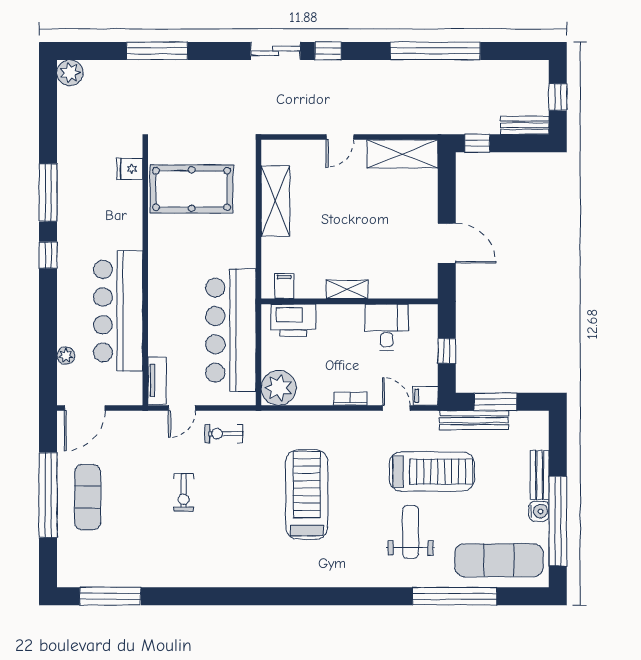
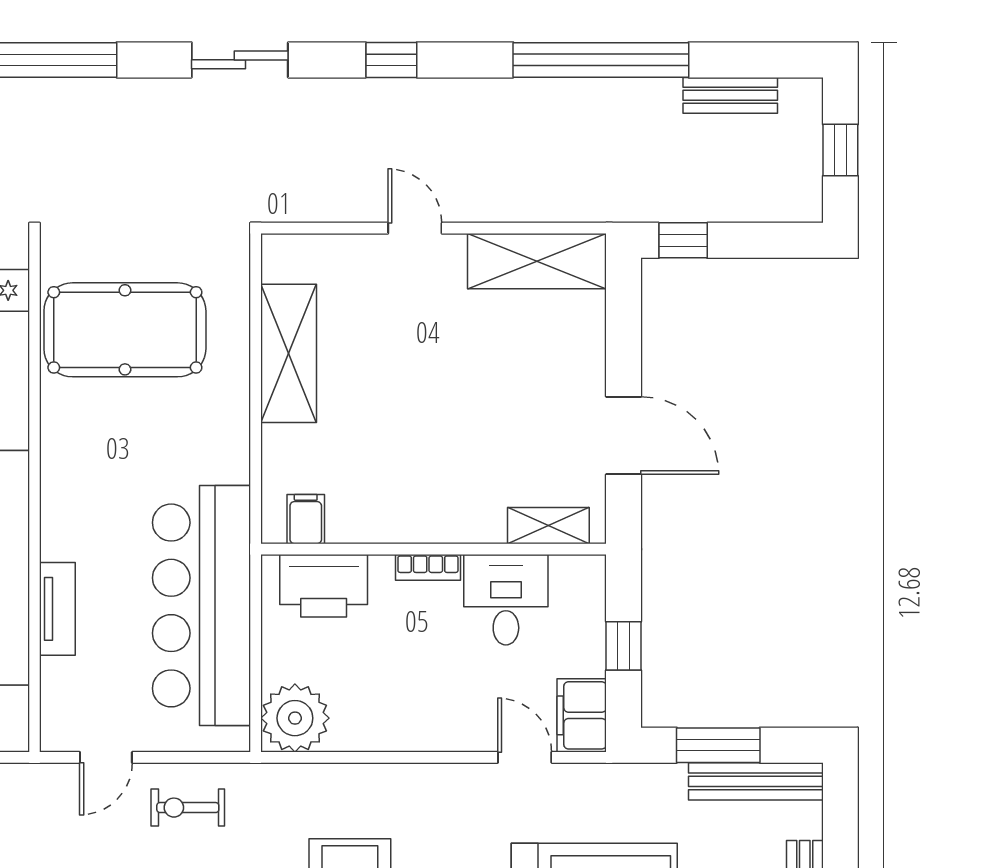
sliding door: (275, 51) -> (240, 60), moved
bench: (525, 125) -> (730, 95), moved
door: (340, 137) -> (415, 228), swing flipped
shelving: (347, 289) -> (548, 526), moved
tv unit: (157, 381) -> (57, 609), moved
filing cabinet: (425, 396) -> (582, 715), width x2.00
bookcase: (350, 399) -> (428, 567), moved, turned 180
bench: (474, 420) -> (756, 781), moved

